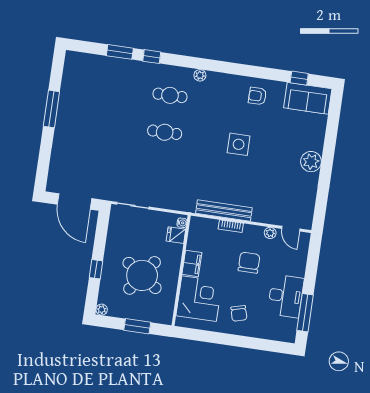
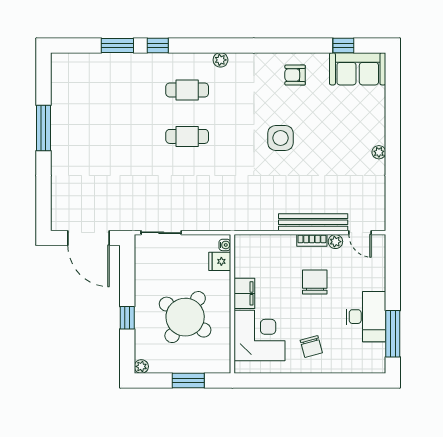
plant: (311, 162) -> (379, 152), width x0.53, depth x0.53
bench: (224, 211) -> (313, 222), moved
bookcase: (231, 226) -> (312, 240), moved

